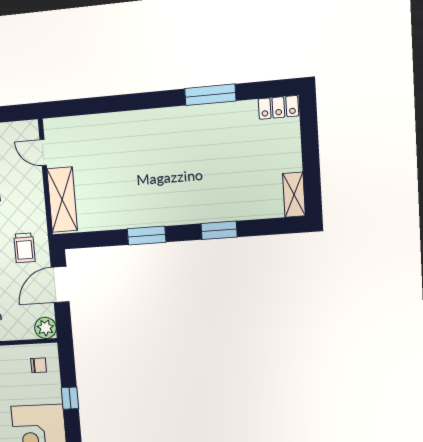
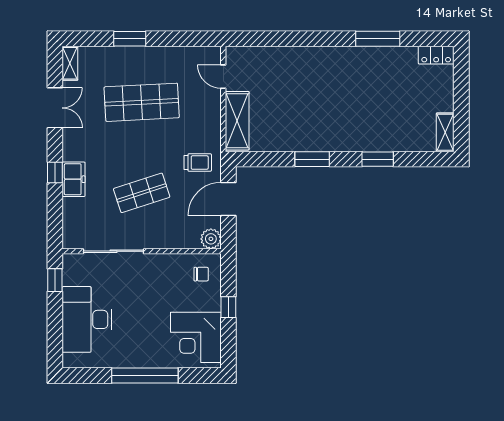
trolley: (24, 248) -> (198, 163), turned -90

